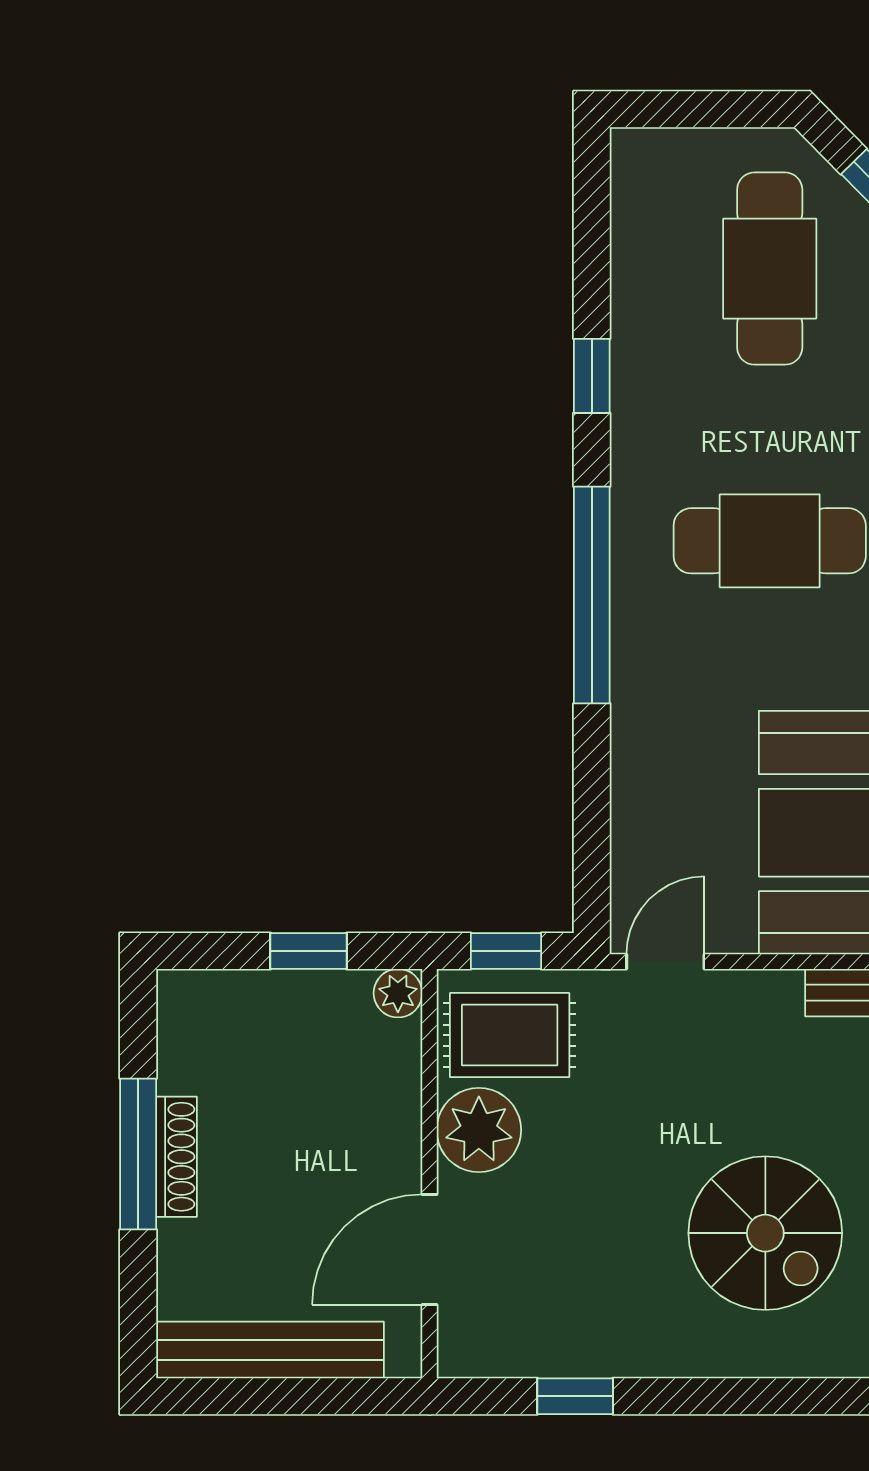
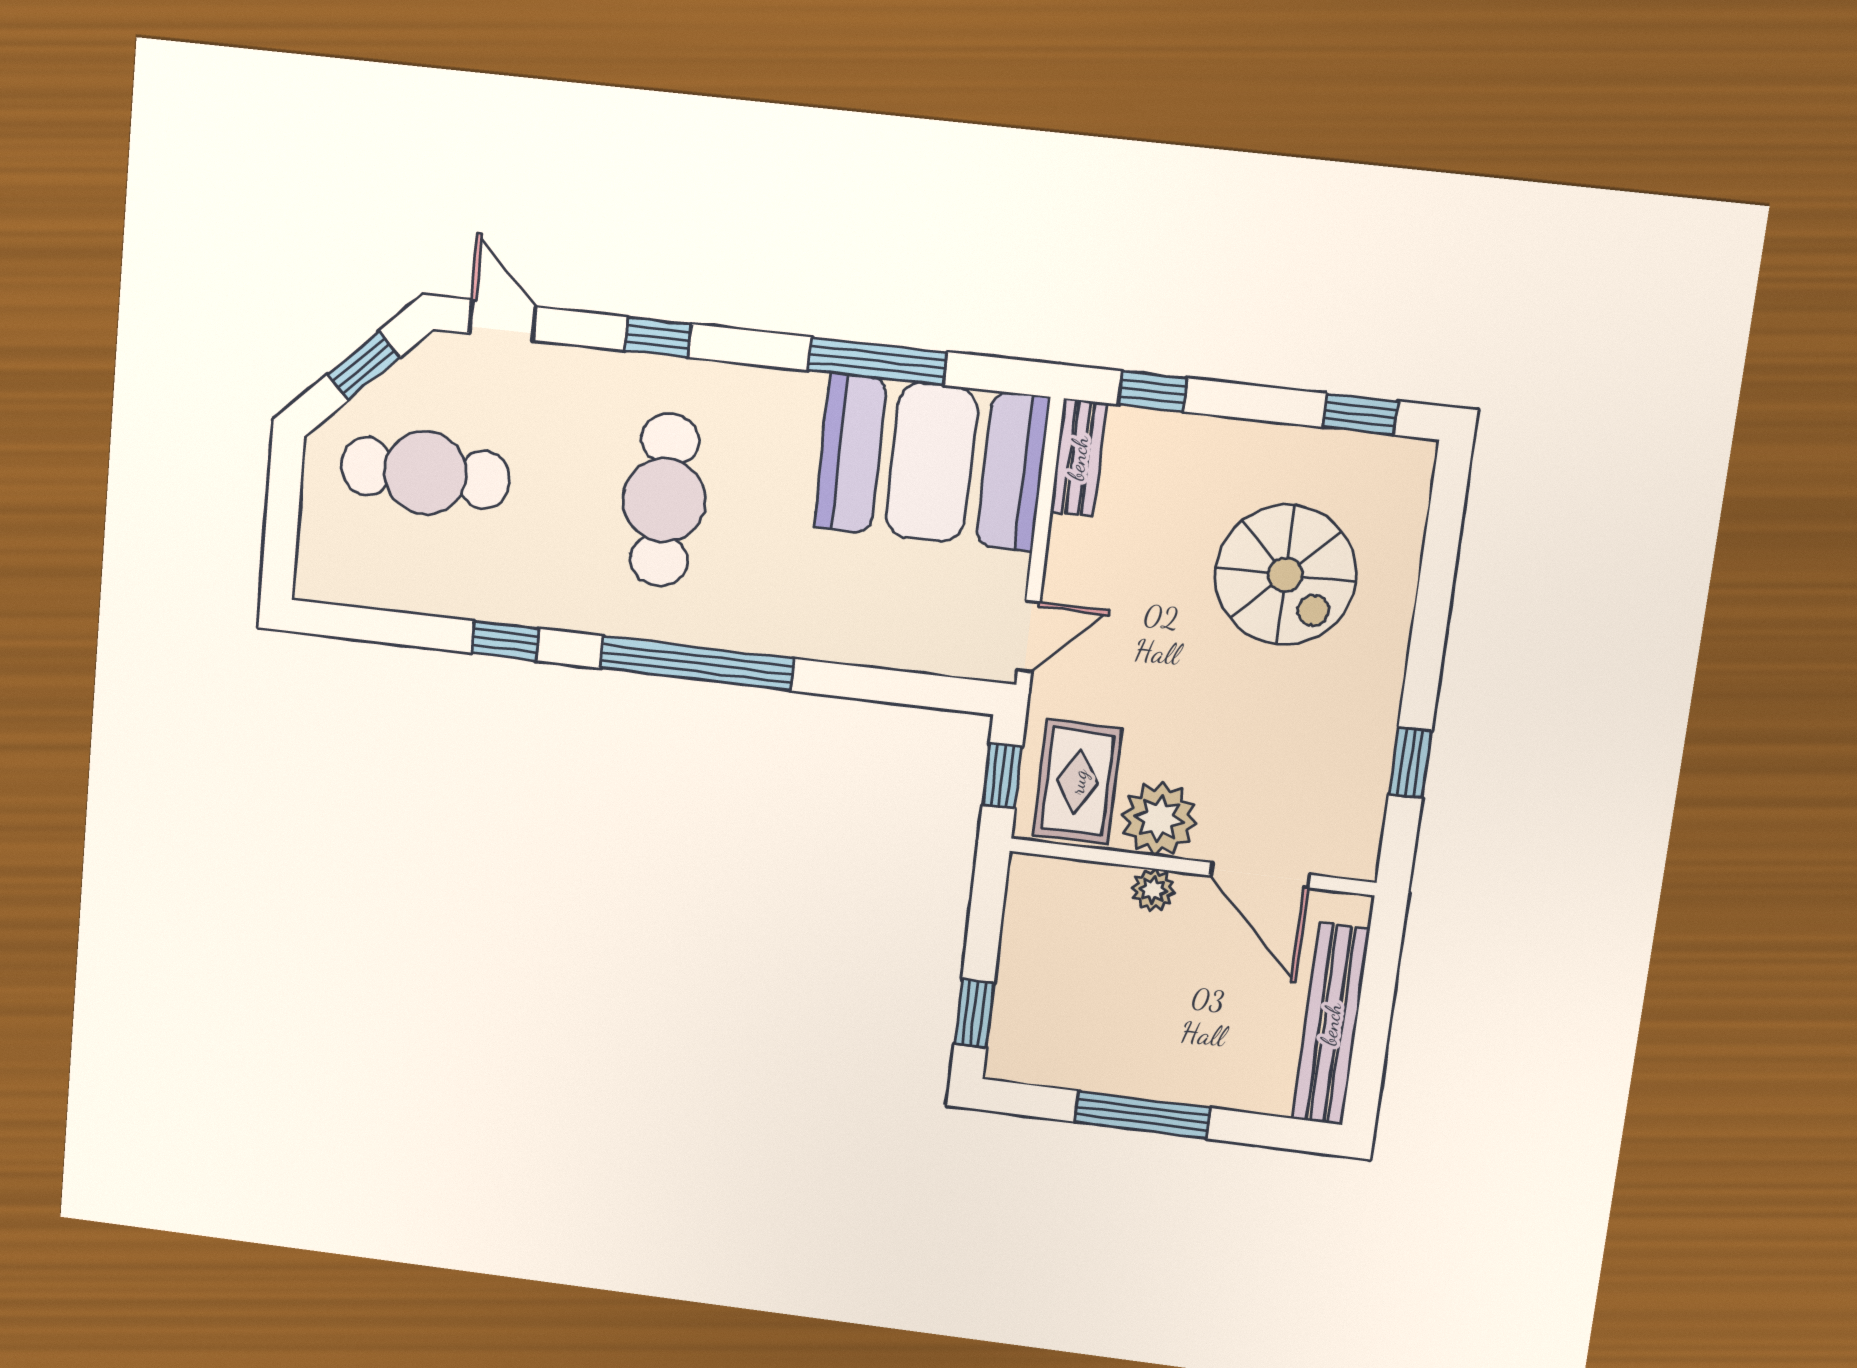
window: (309, 951) -> (974, 1014), moved
door: (665, 962) -> (1029, 636), swing flipped
plant: (398, 993) -> (1153, 890), moved
shoe rack: (176, 1157) -> (1149, 1083), removed
spiral stairs: (765, 1233) -> (1285, 575), turned 90

